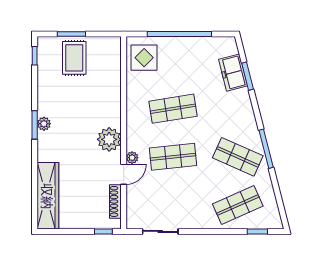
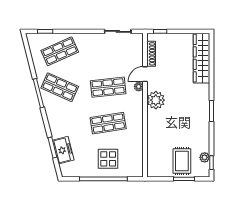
display table: (144, 58) -> (108, 159), moved
plant: (44, 124) -> (205, 157), moved

